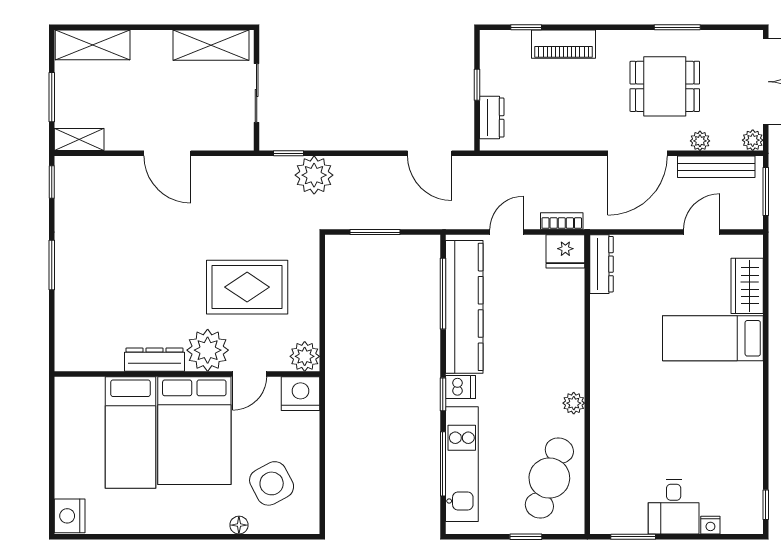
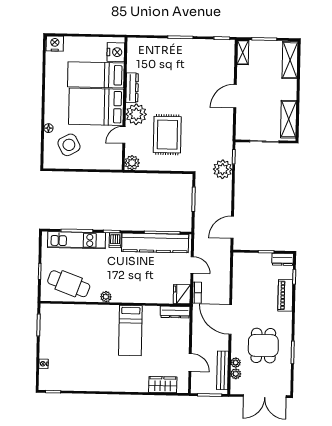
dresser: (492, 118) -> (283, 259), moved
plant: (753, 140) -> (236, 374), moved
door: (637, 153) -> (230, 319), moved
bed: (713, 338) -> (130, 330), moved, turned 180
door: (250, 374) -> (124, 135), hinge flipped
nightstand: (301, 394) -> (116, 52), moved
desk: (674, 507) -> (53, 346), removed

